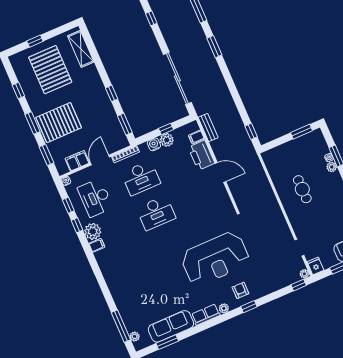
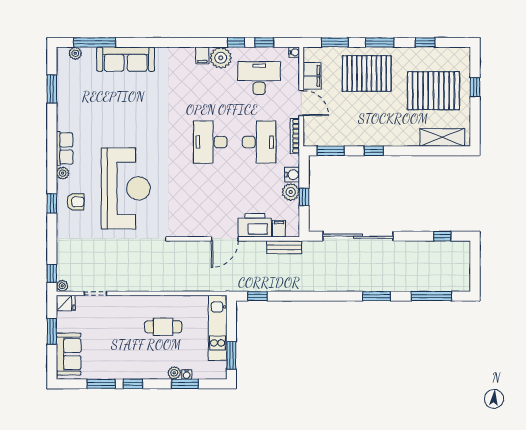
pallet: (59, 123) -> (367, 73), turned 90
kitchen unit: (286, 150) -> (218, 328), added
desk: (141, 178) -> (259, 142), turned 180
reception desk: (215, 259) -> (126, 188), turned 180
sofa: (171, 326) -> (126, 59), moved, turned 90

